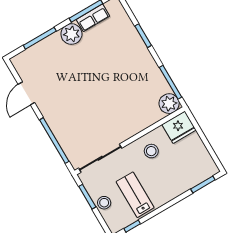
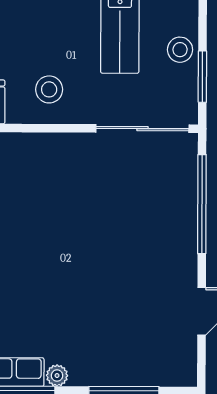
plant: (71, 34) -> (57, 376), width x0.53, depth x0.53

